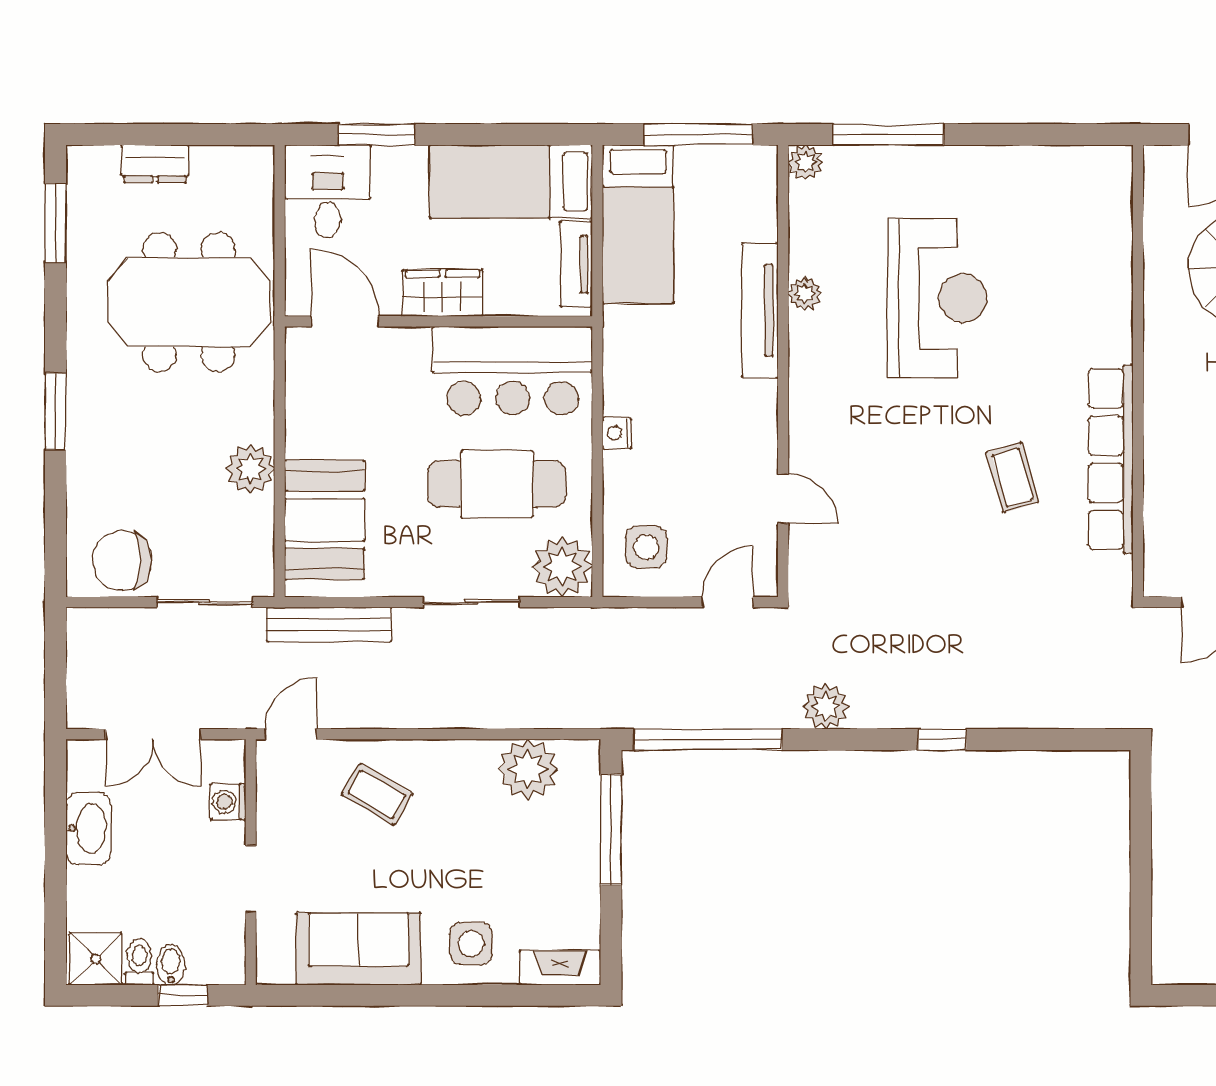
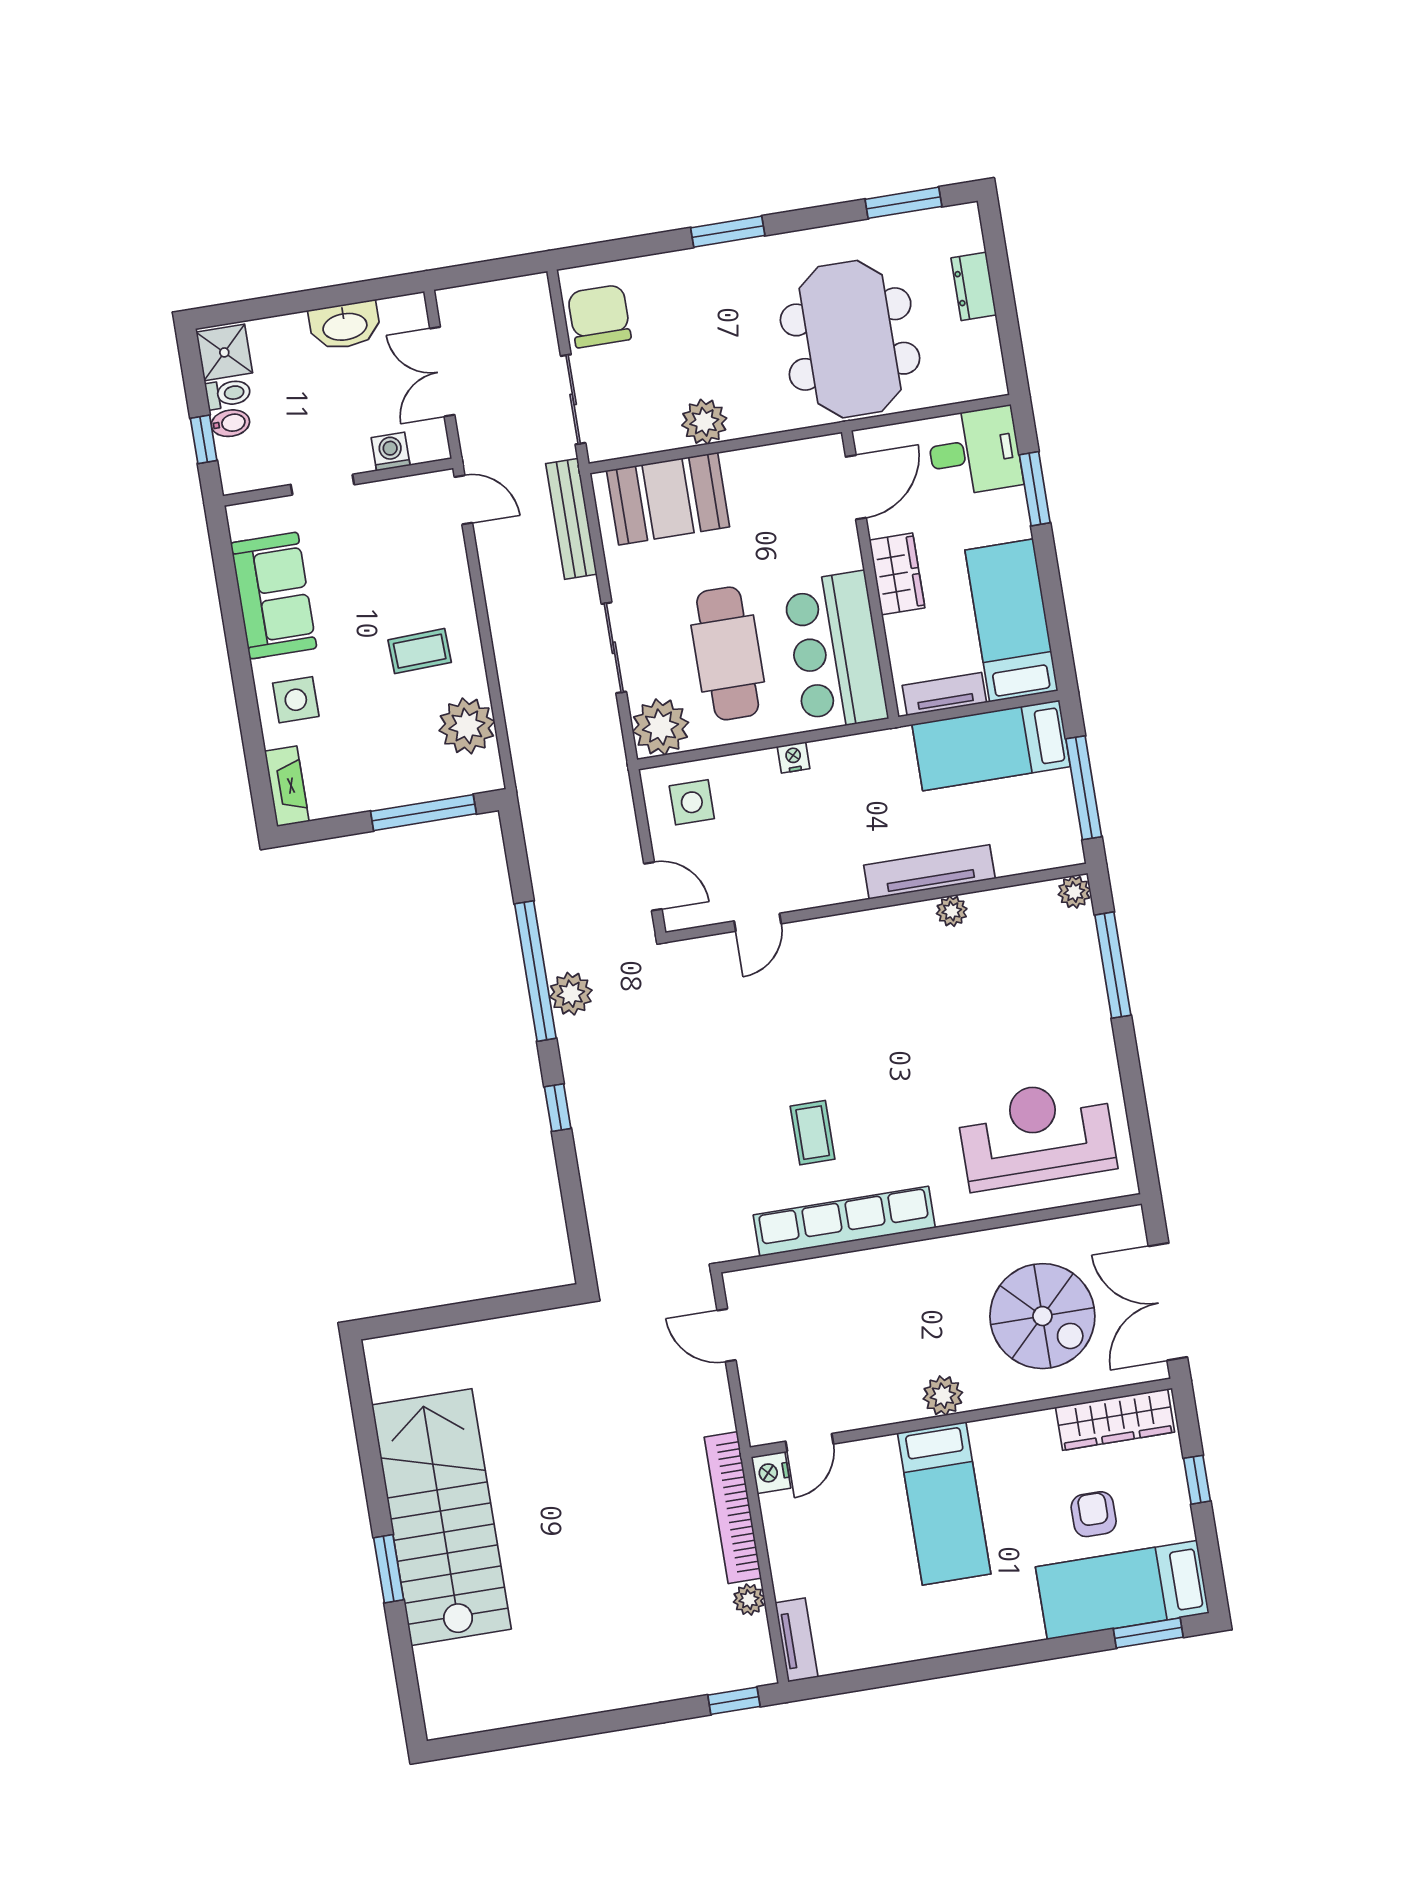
reception desk: (937, 298) -> (1036, 1134), moved, turned 180
coffee table: (1012, 477) -> (813, 1133), turned -74
window: (708, 739) -> (535, 971), moved
coffee table: (377, 794) -> (420, 651), moved, turned 58

